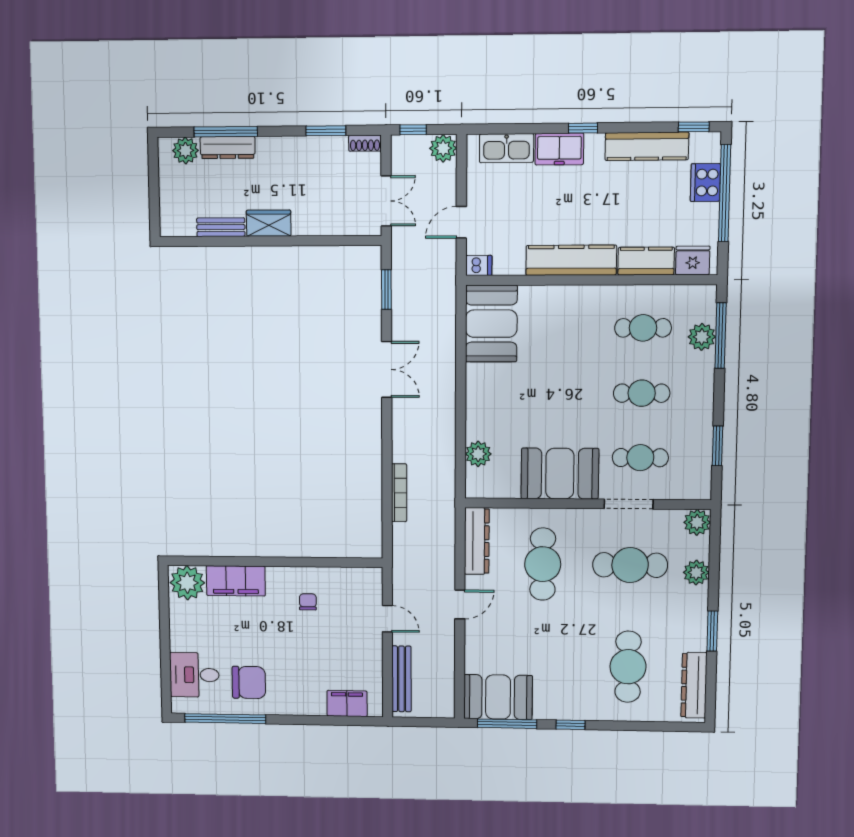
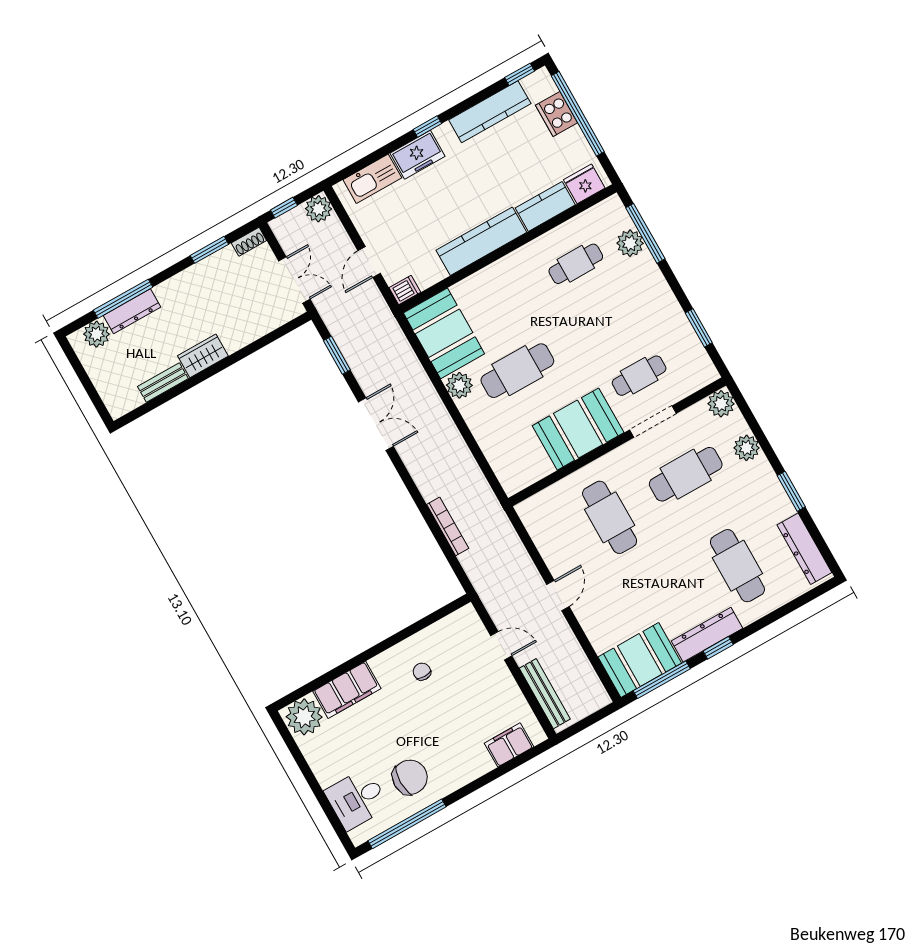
cafe table: (642, 393) -> (517, 371), moved, width x1.37, depth x1.35
plant: (478, 454) -> (459, 385), moved
dresser: (477, 541) -> (707, 635), moved, turned -90

